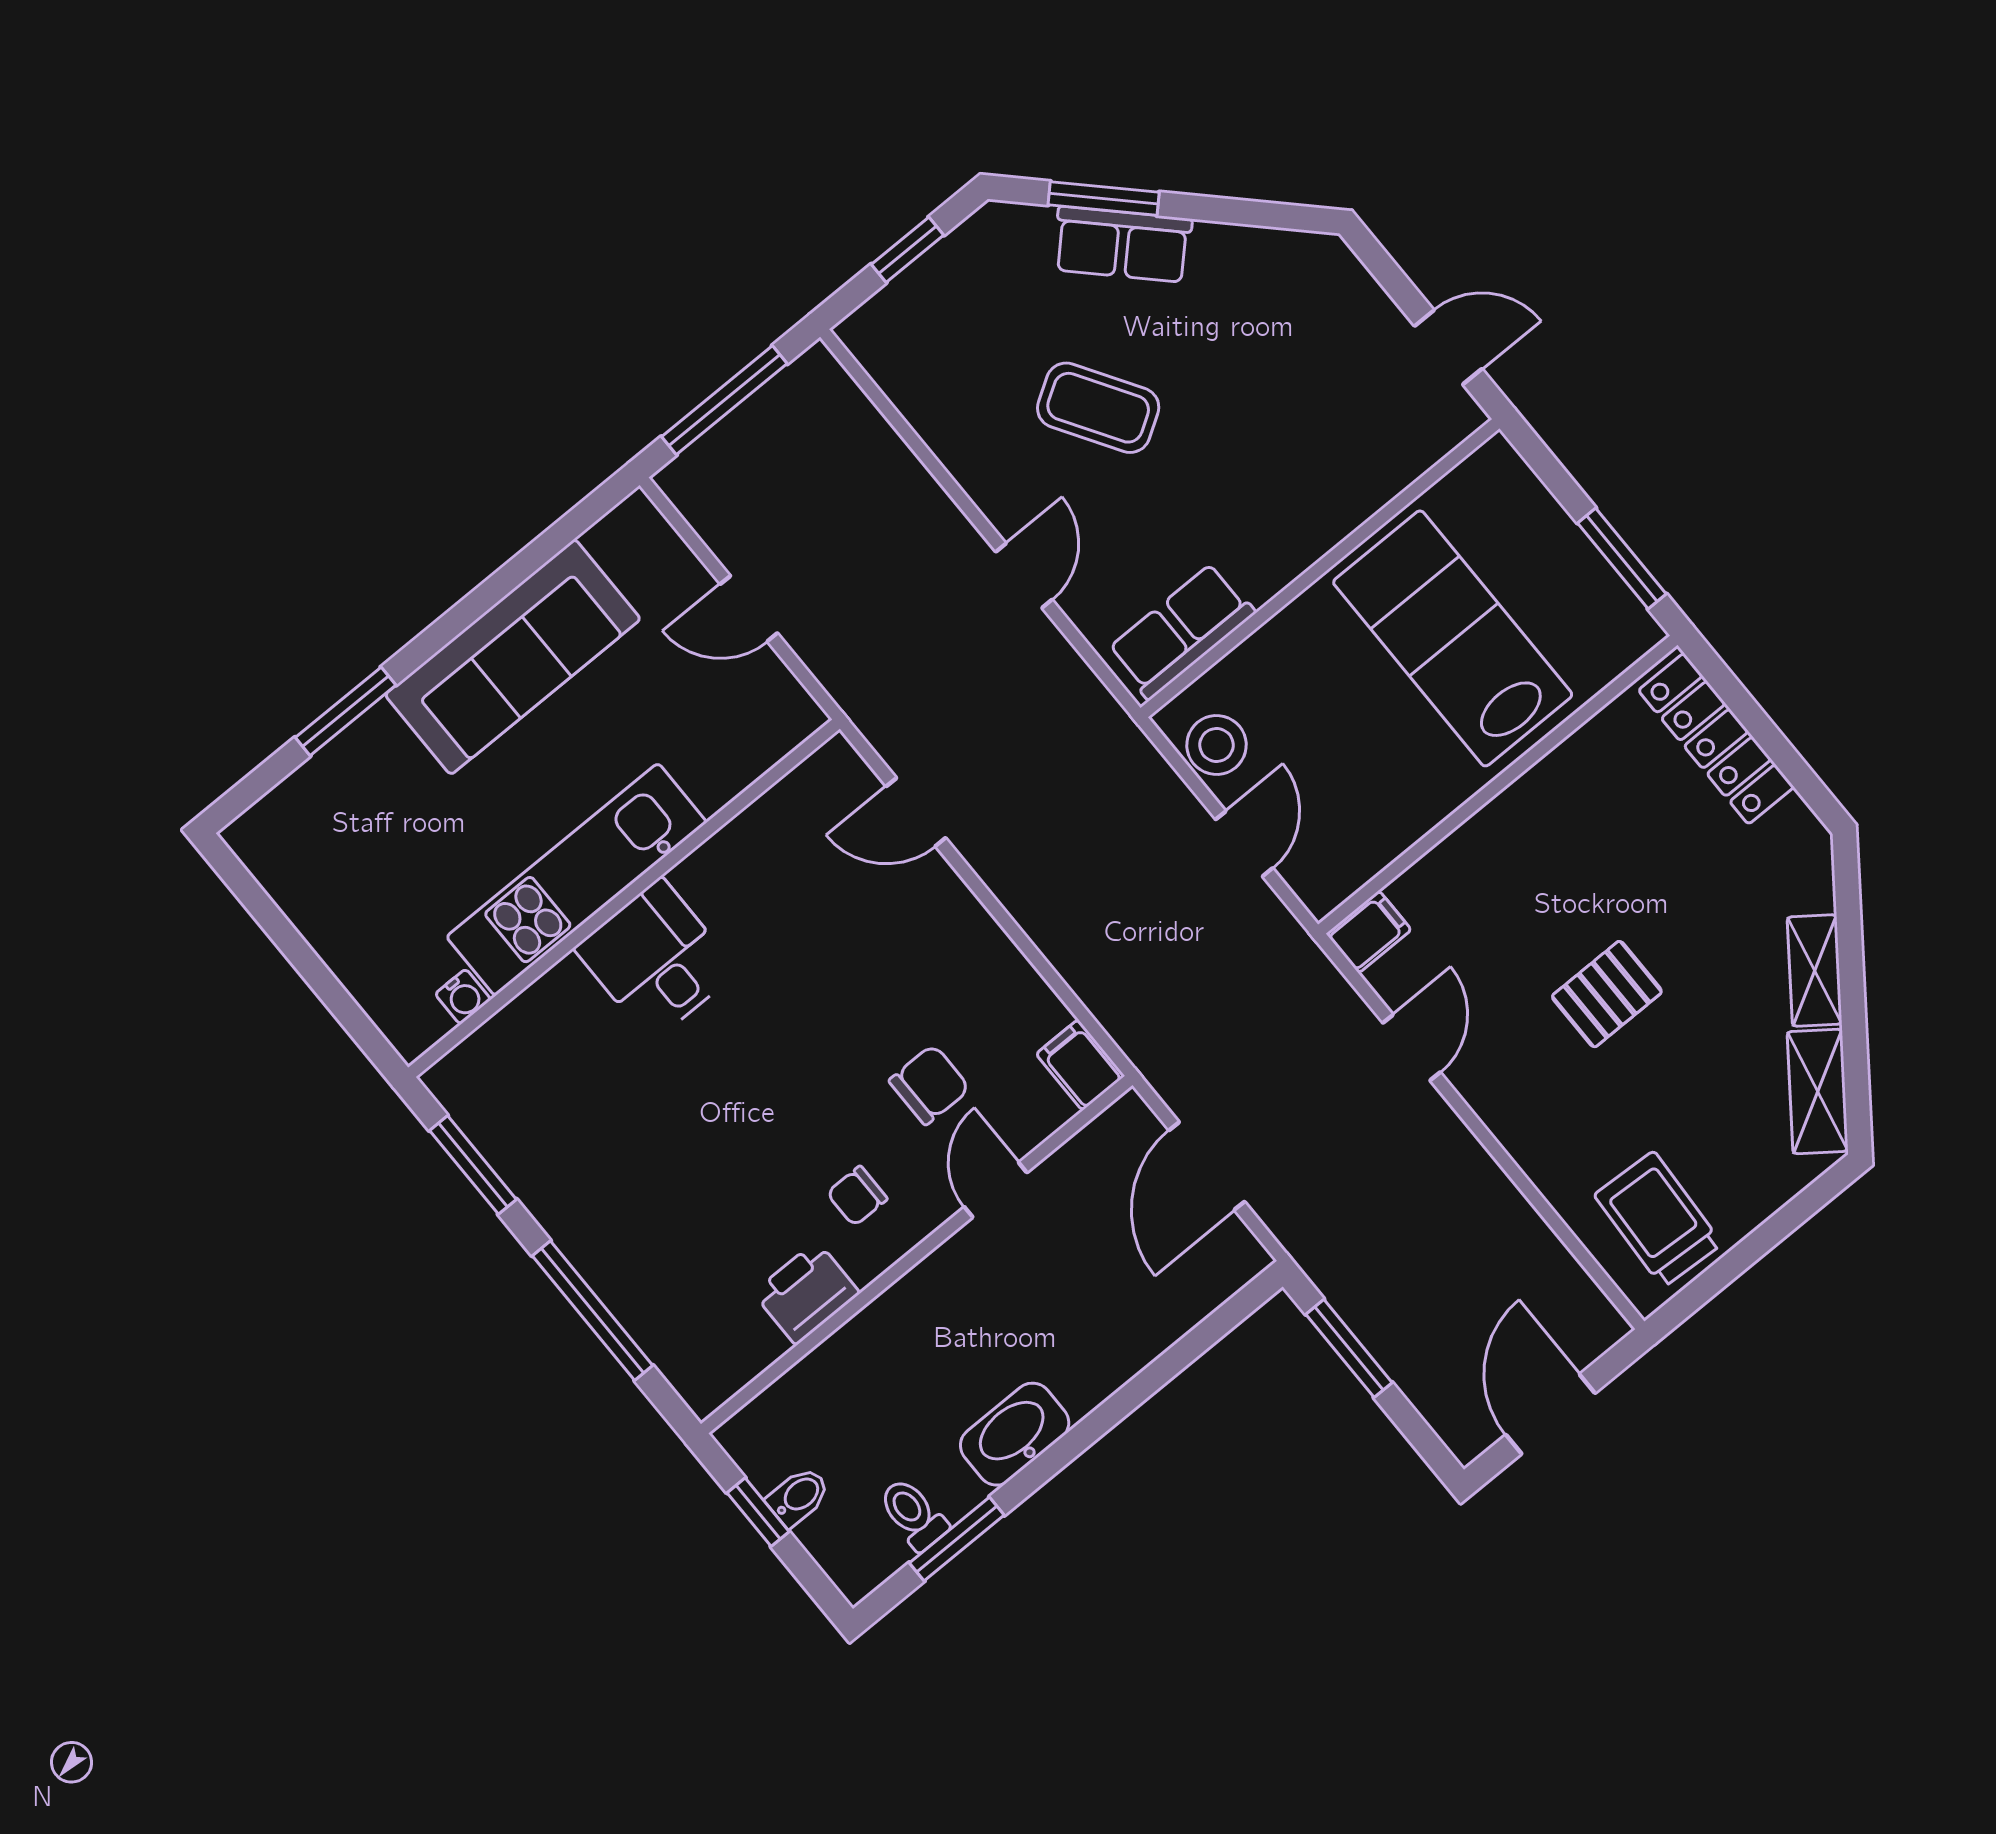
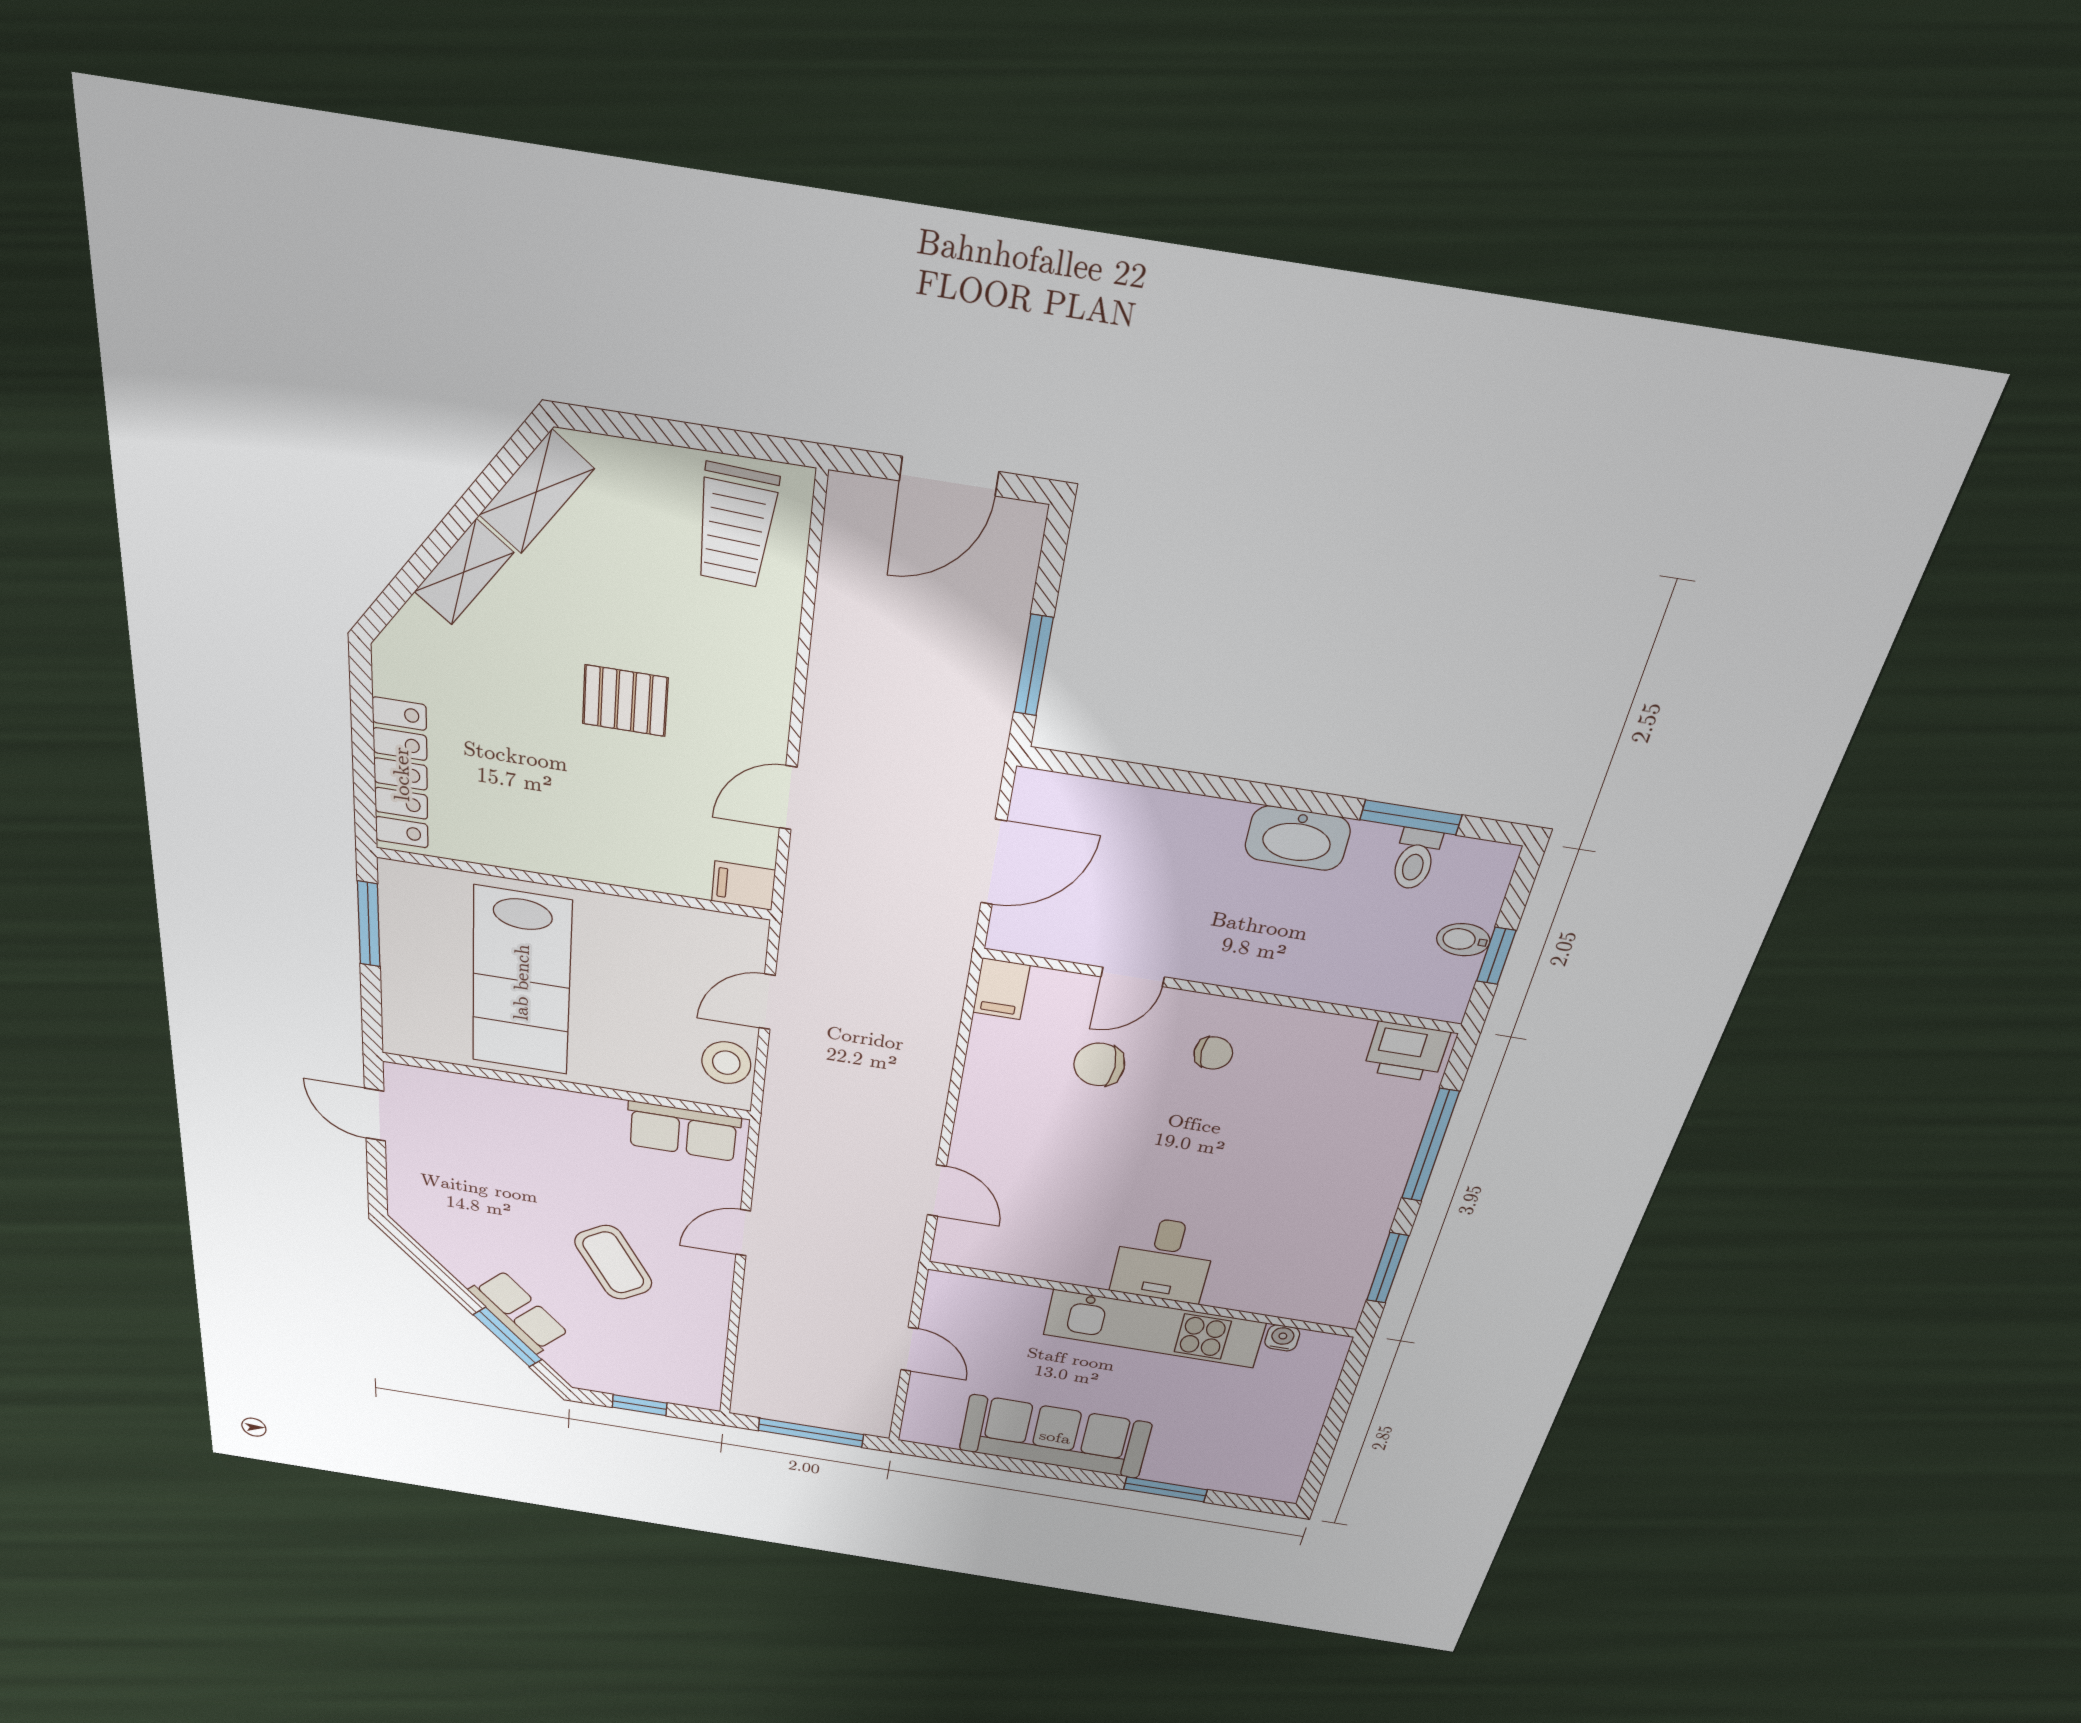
printer: (806, 1293) -> (1407, 1052), moved

